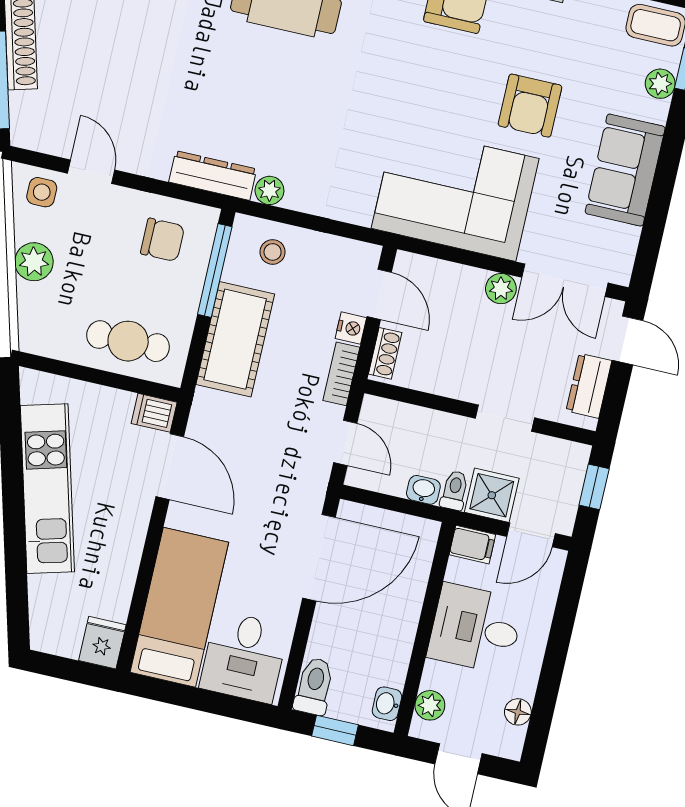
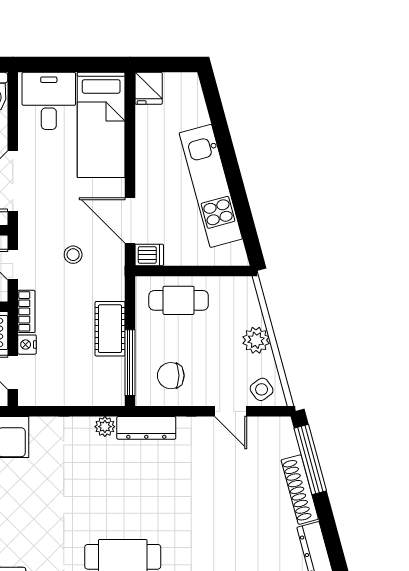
side table: (42, 192) -> (262, 389), turned -36
stool: (273, 252) -> (73, 255), moved
cot: (235, 339) -> (110, 329), width x0.73, depth x0.75

